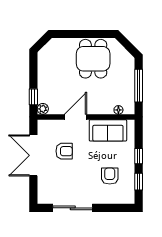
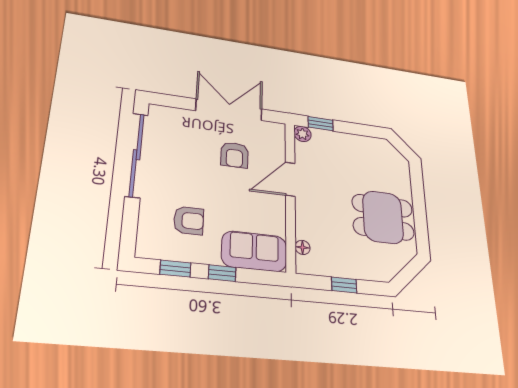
window: (139, 86) -> (344, 285), width x0.46
door: (75, 117) -> (290, 179), swing flipped
sofa: (108, 130) -> (254, 251), moved, turned 90
sliding door: (73, 208) -> (137, 155), width x1.36

